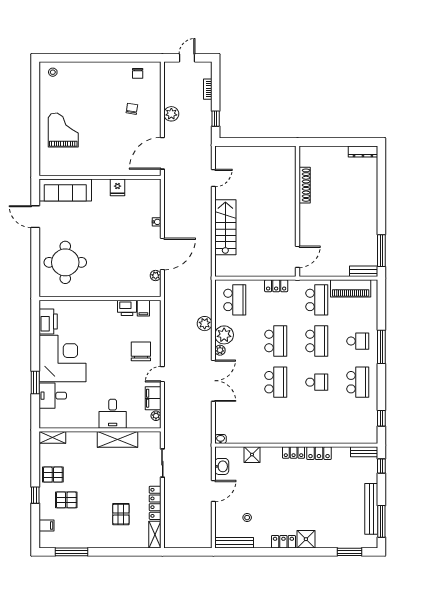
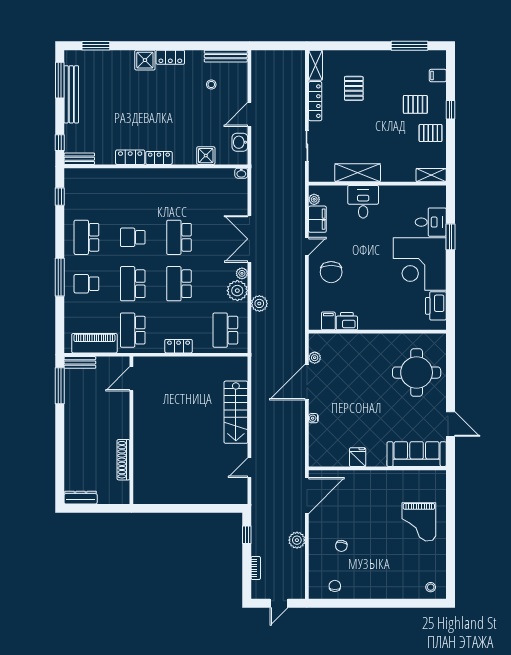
shoe rack: (305, 185) -> (123, 460), moved
wall: (297, 211) -> (131, 430), moved
door: (297, 257) -> (131, 379), moved

